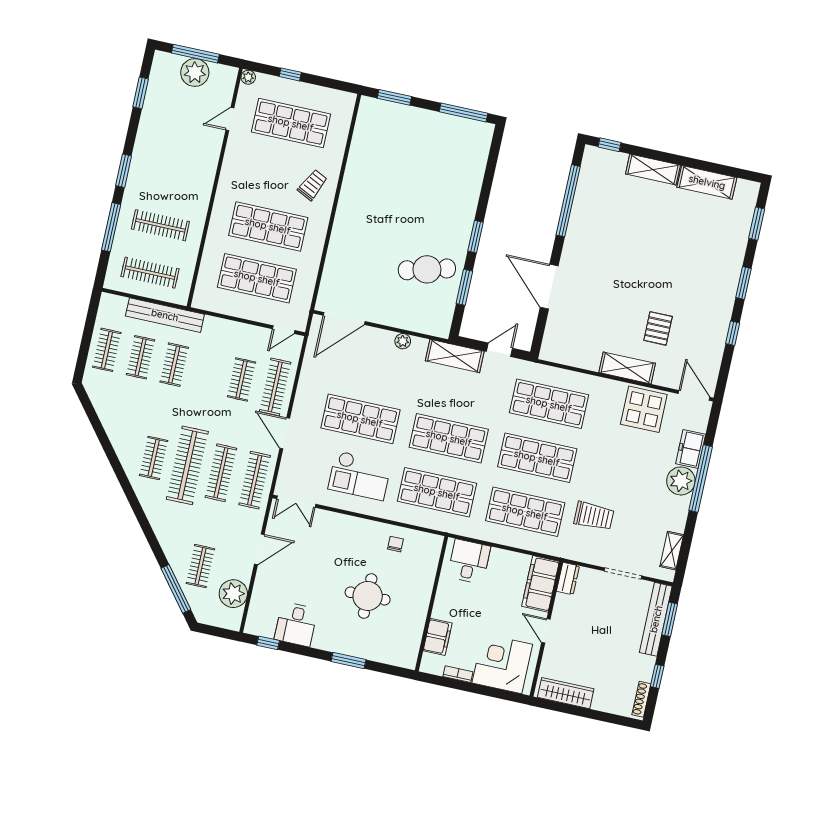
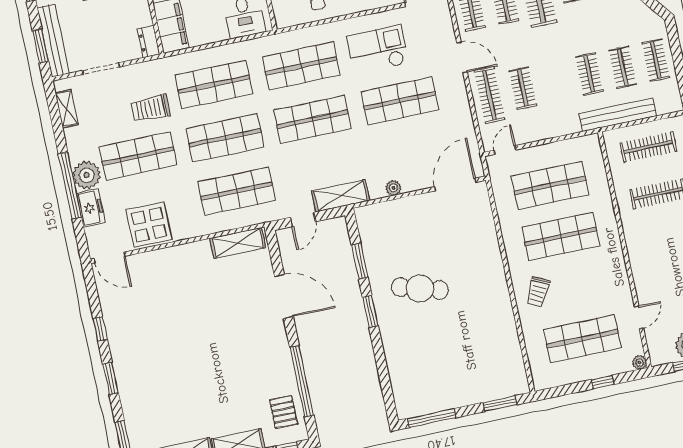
cafe table: (427, 269) -> (420, 289), moved, turned 31
pallet: (658, 328) -> (284, 412), moved
shelving: (627, 368) -> (238, 243), moved
shop shelf: (626, 477) -> (138, 156), added

